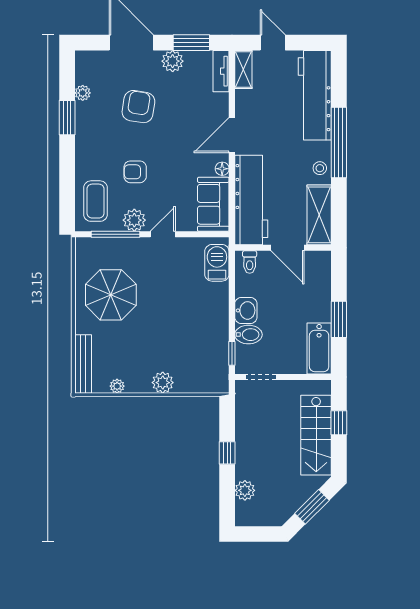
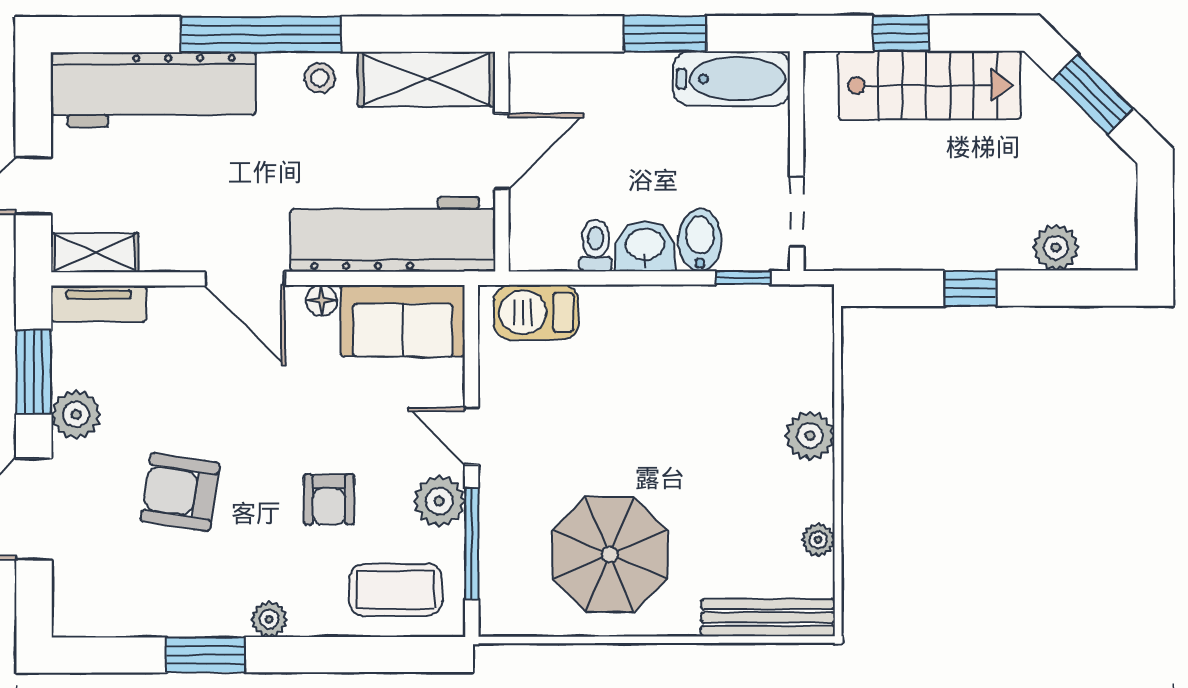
plant: (83, 93) -> (269, 619), moved
toilet: (250, 262) -> (596, 245), moved, turned -90

